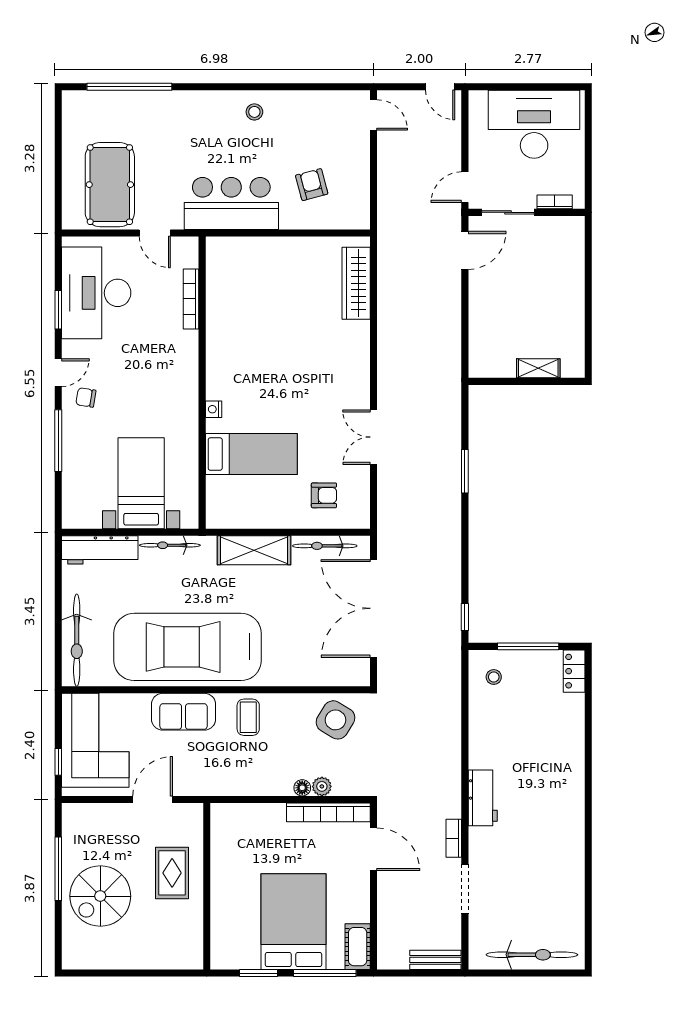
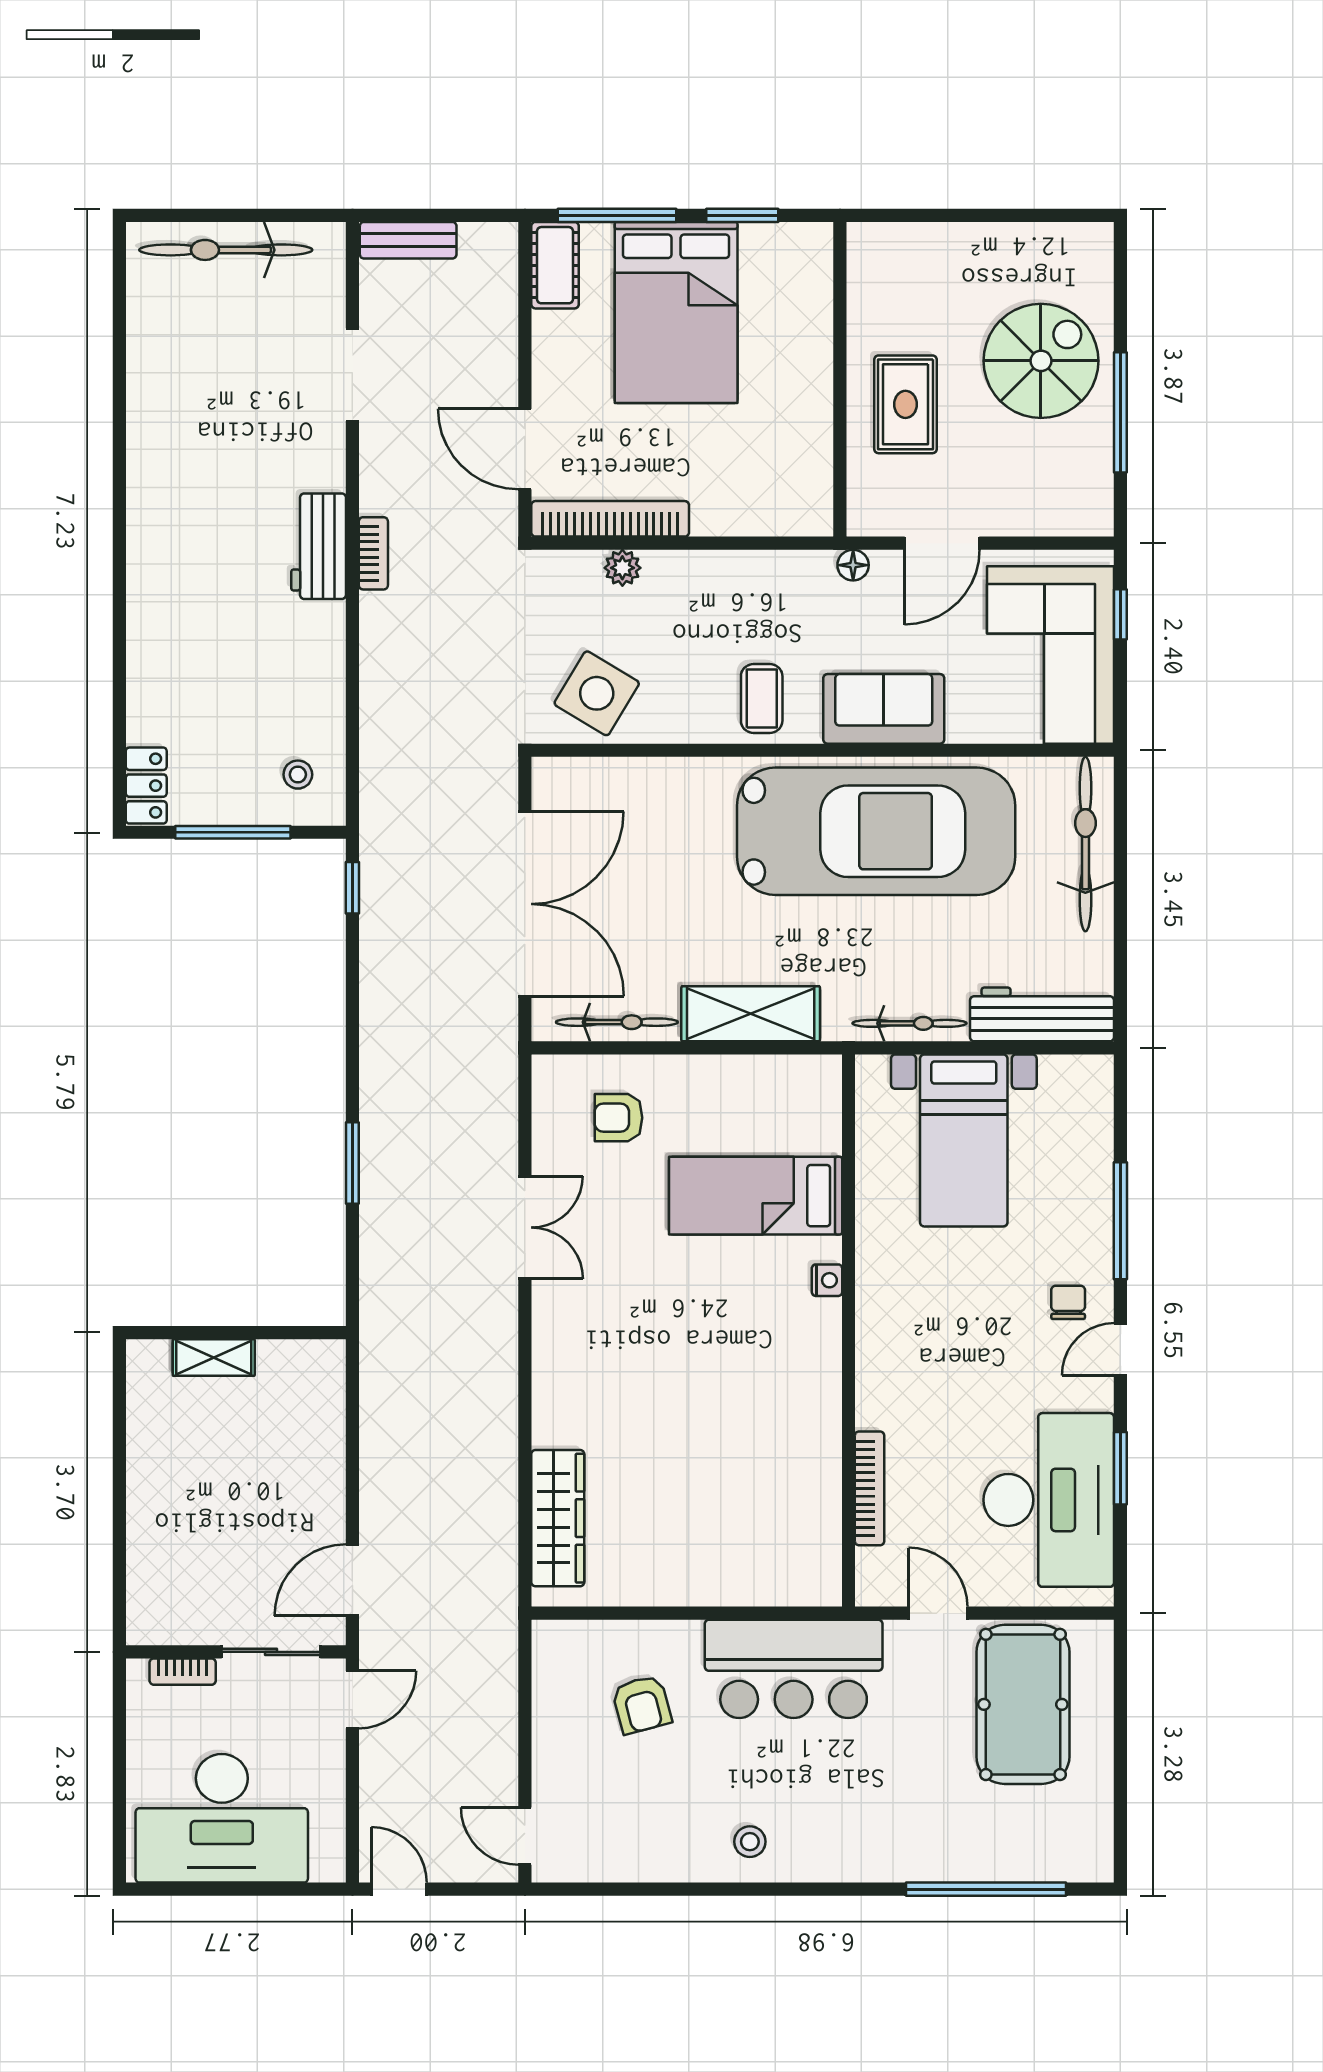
chair: (86, 397) -> (1068, 1302), turned -99
floor lamp: (302, 788) -> (853, 565), moved
bookcase: (454, 838) -> (373, 553), moved

